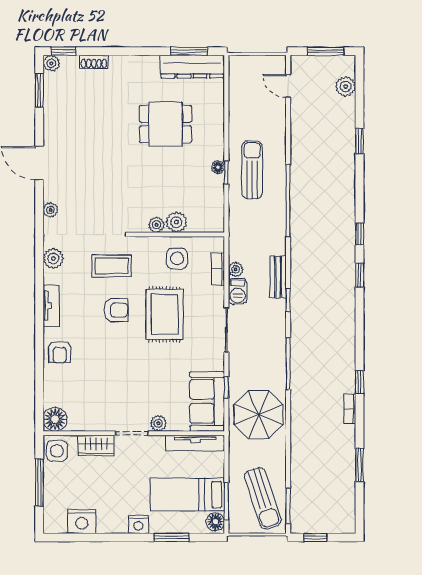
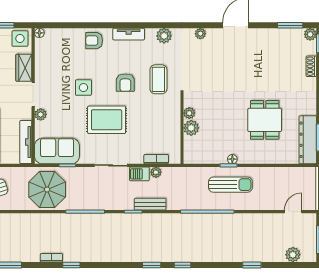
side table: (177, 259) -> (83, 88), moved
rug: (165, 314) -> (107, 120), moved
floor lamp: (55, 419) -> (39, 33), width x0.53, depth x0.53

